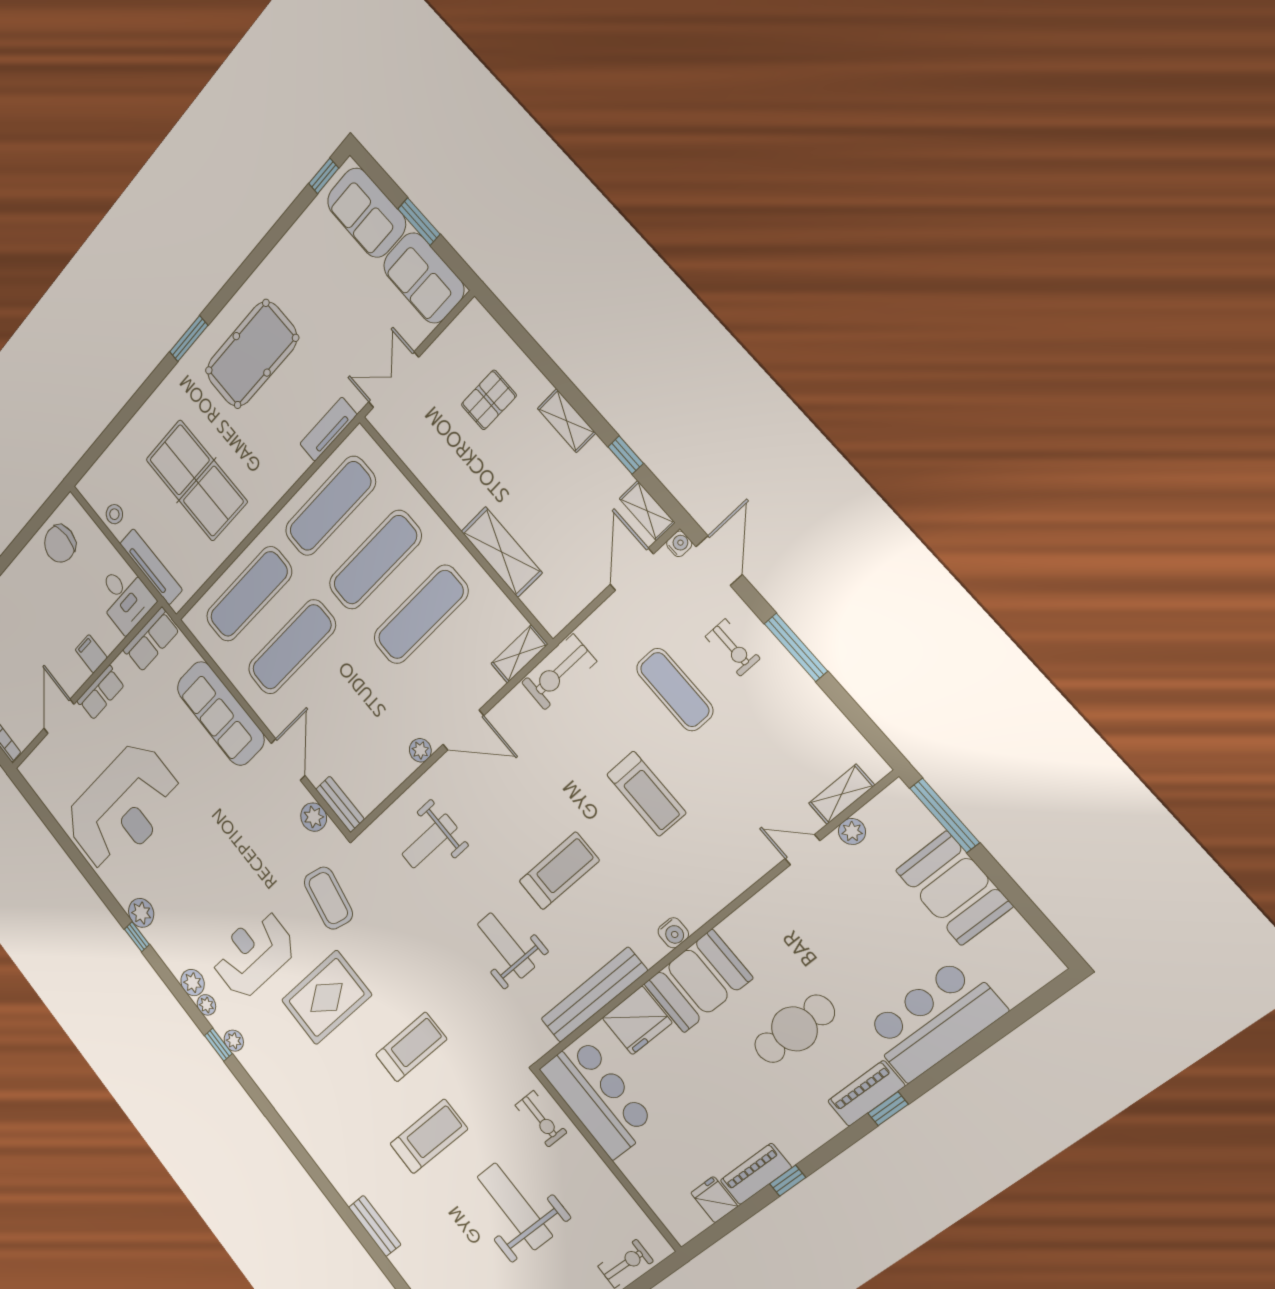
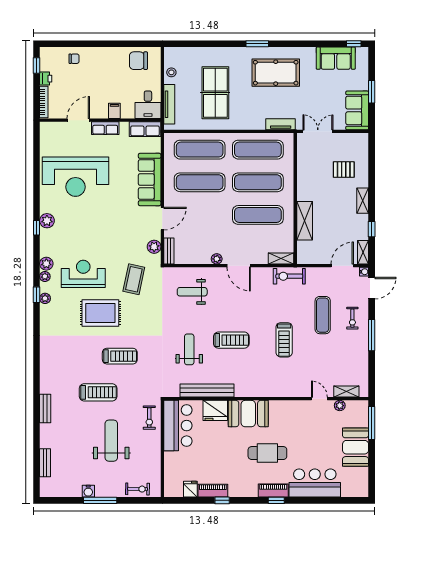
sofa: (366, 213) -> (336, 58), moved, turned -90
water cooler: (673, 933) -> (254, 392), removed

